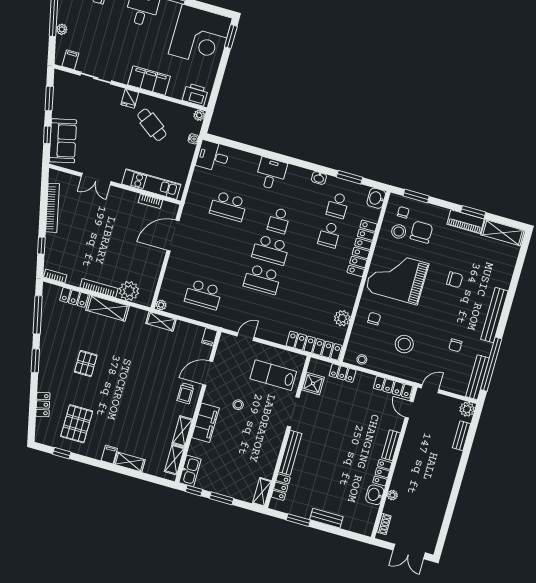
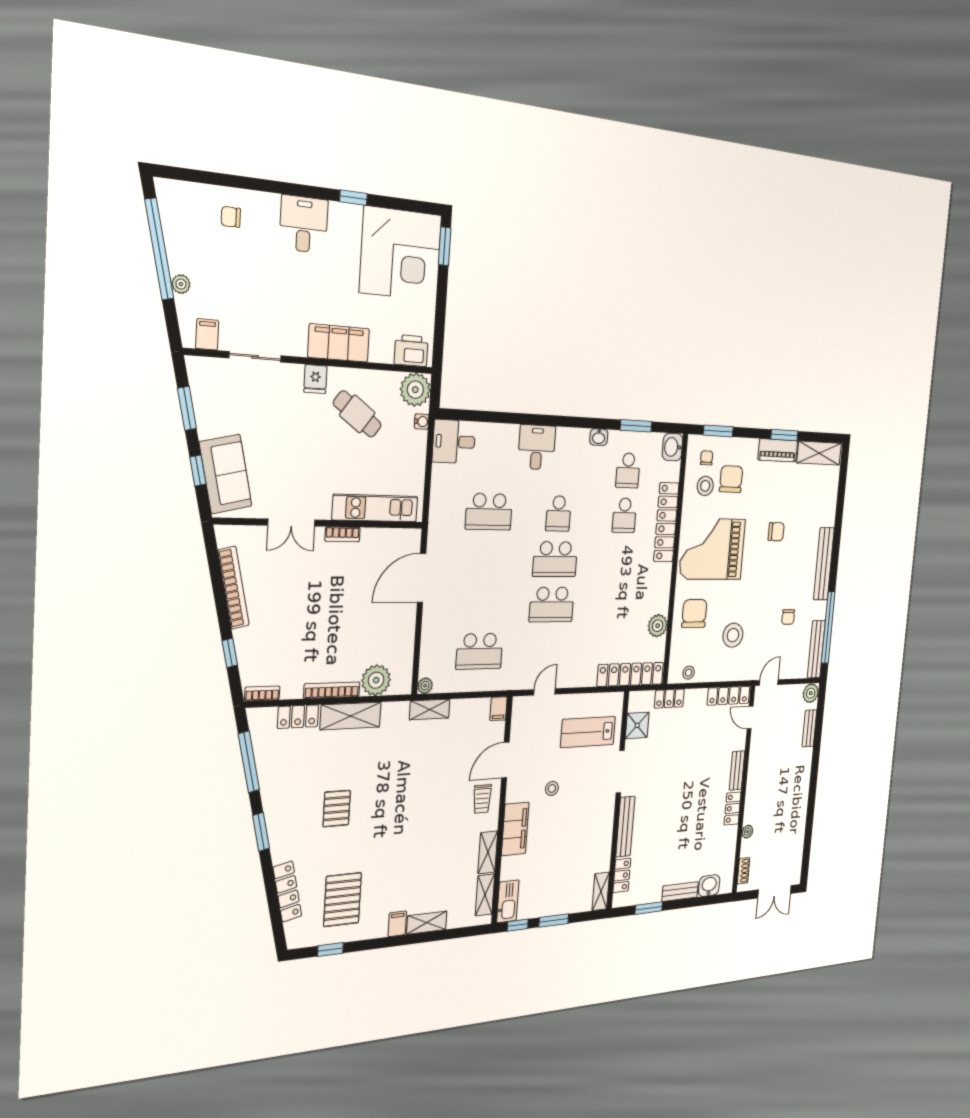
plant: (199, 115) -> (415, 390), width x1.87, depth x1.87
bookcase: (150, 201) -> (342, 534), moved
chair: (374, 319) -> (694, 613), width x1.87, depth x1.87
locker: (43, 405) -> (287, 892), width x1.53
washbasin: (375, 495) -> (709, 886), moved, turned 90

